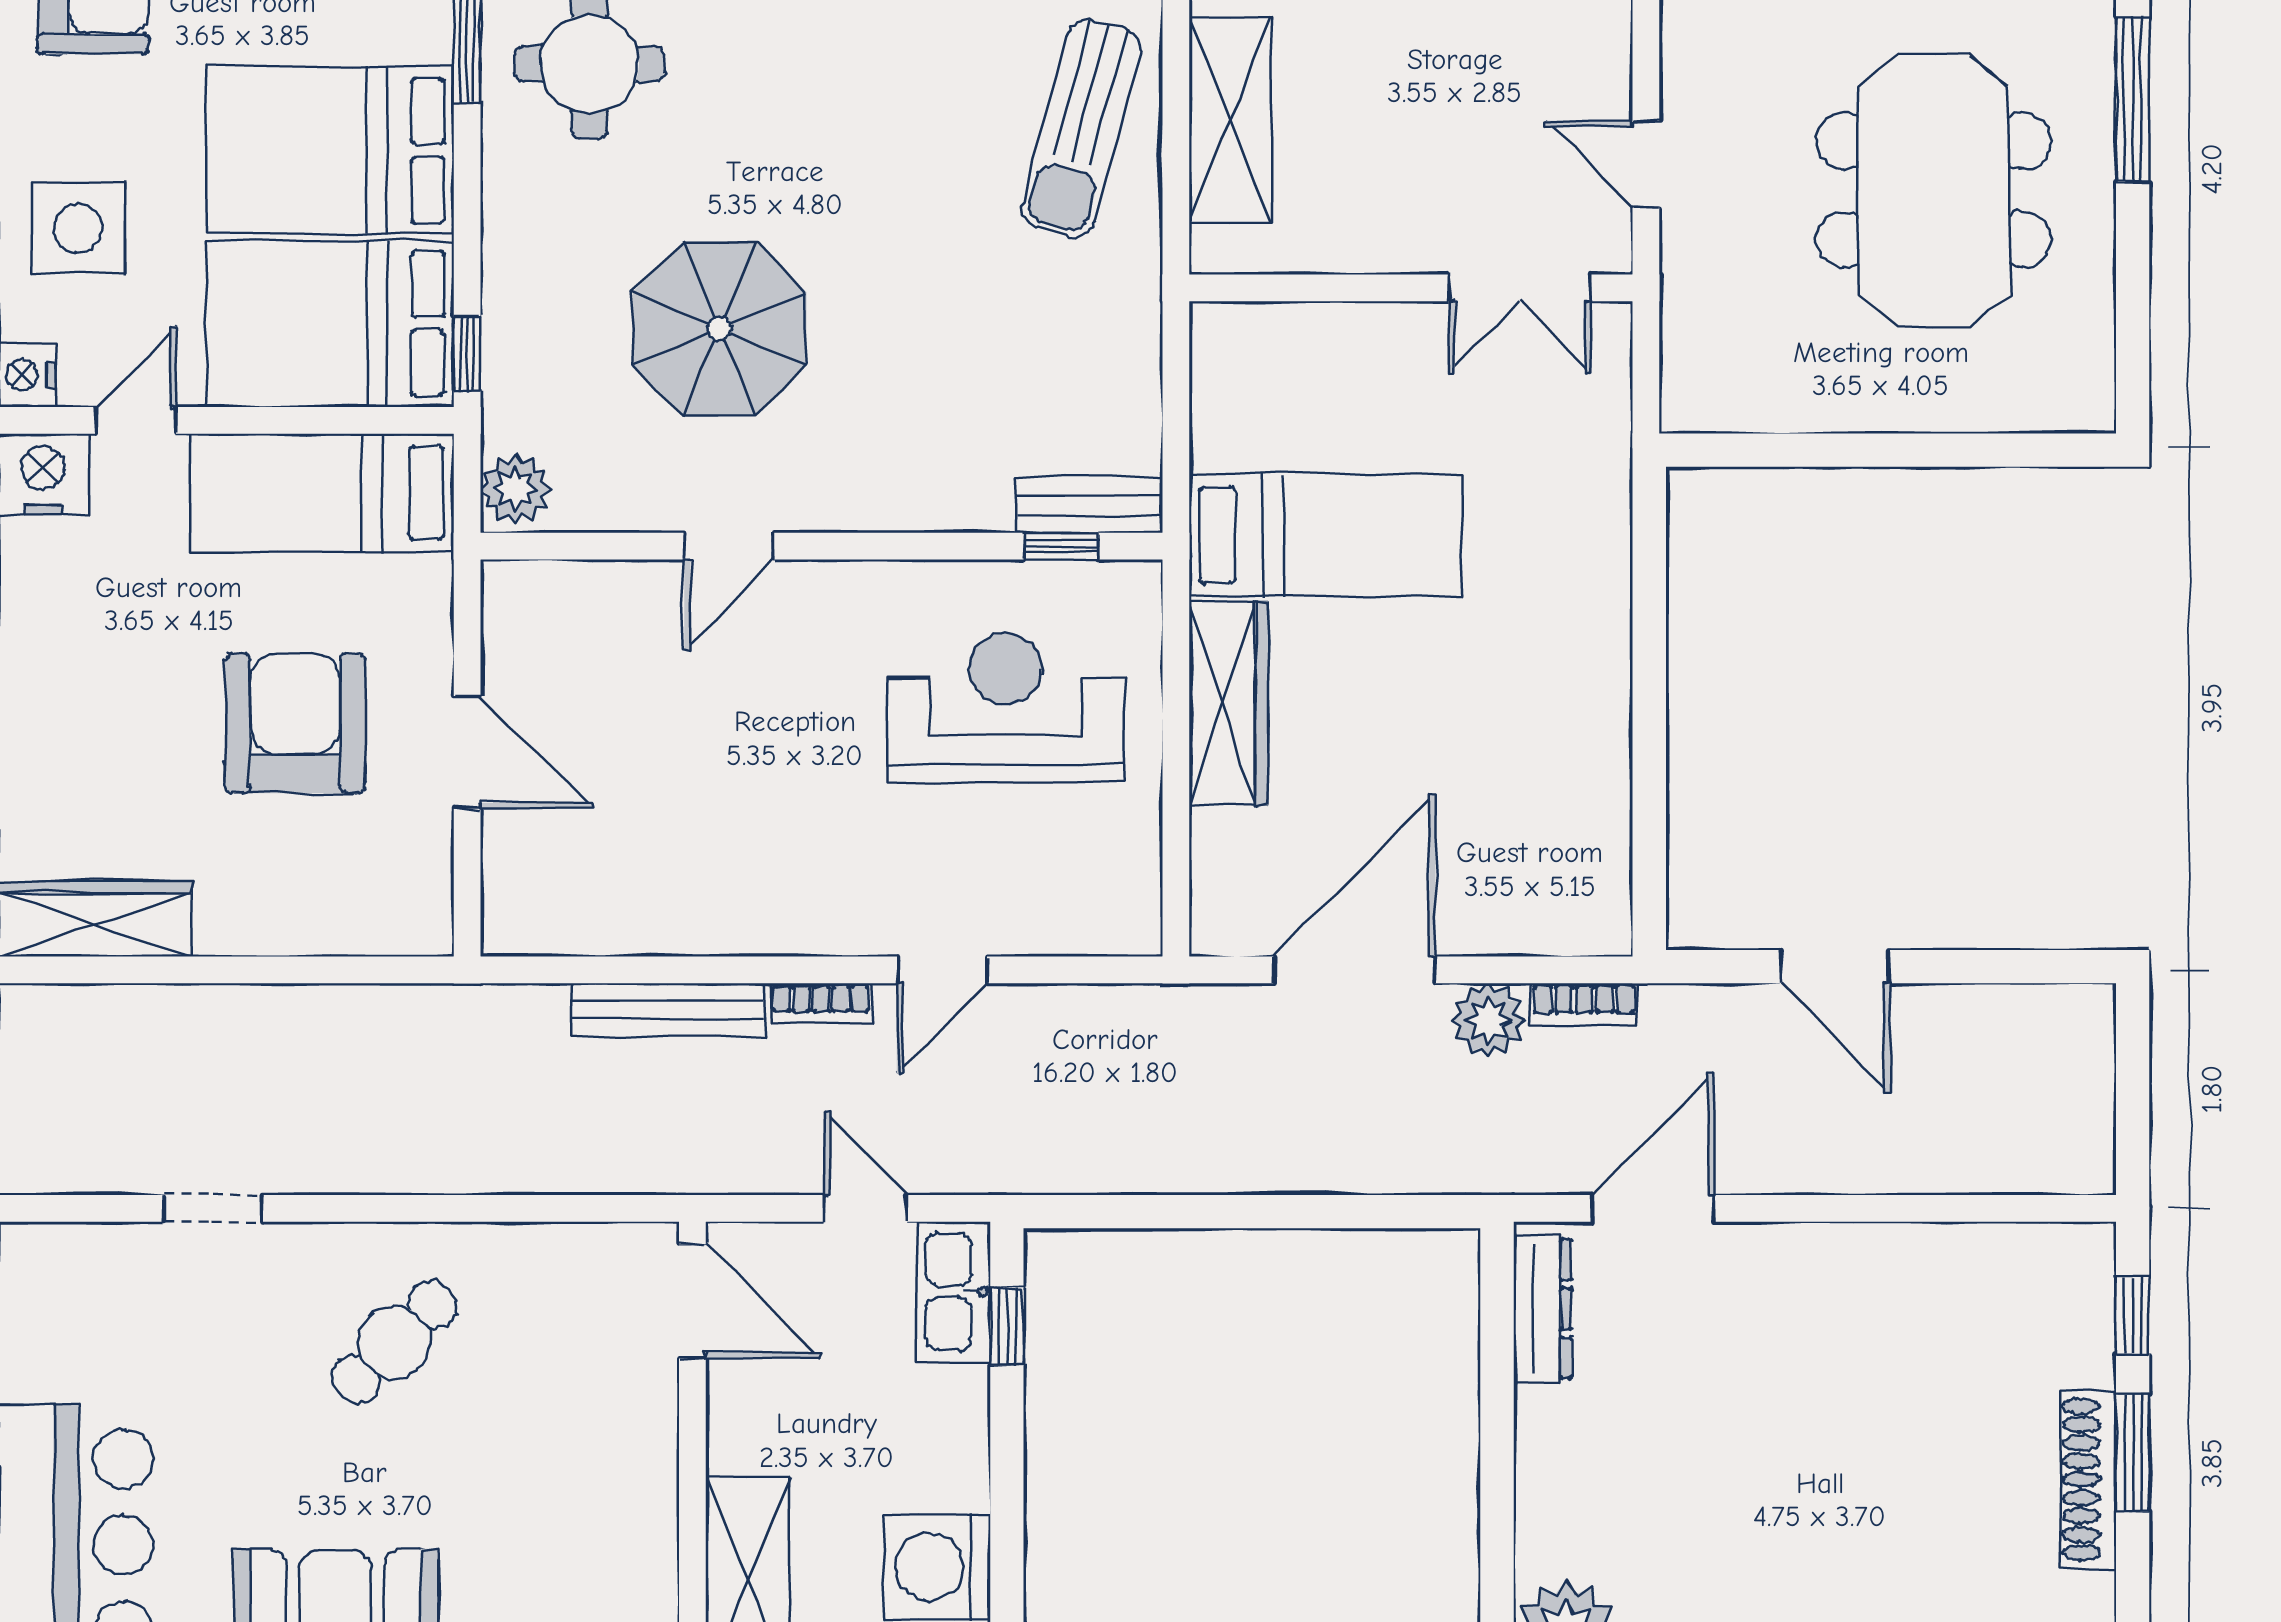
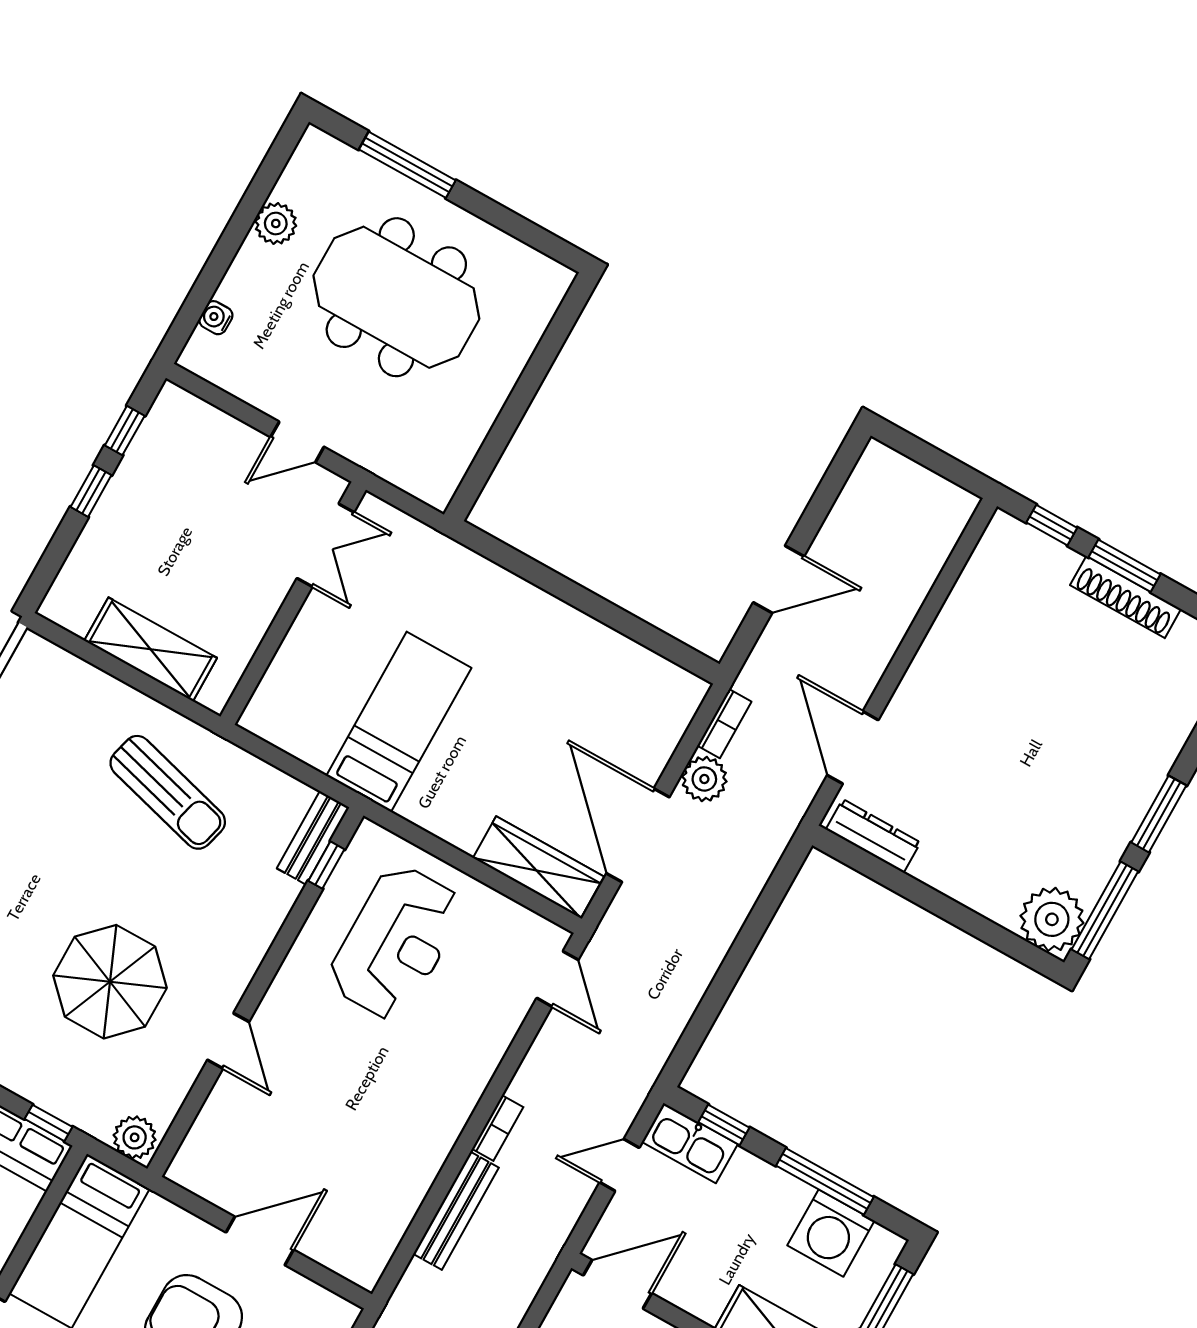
sun lounger: (1081, 128) -> (168, 792), moved
wardrobe: (1228, 703) -> (538, 867), moved
reception desk: (1005, 708) -> (396, 942), turned 180
door: (942, 970) -> (558, 979), moved
window: (1007, 1517) -> (825, 1181), added

